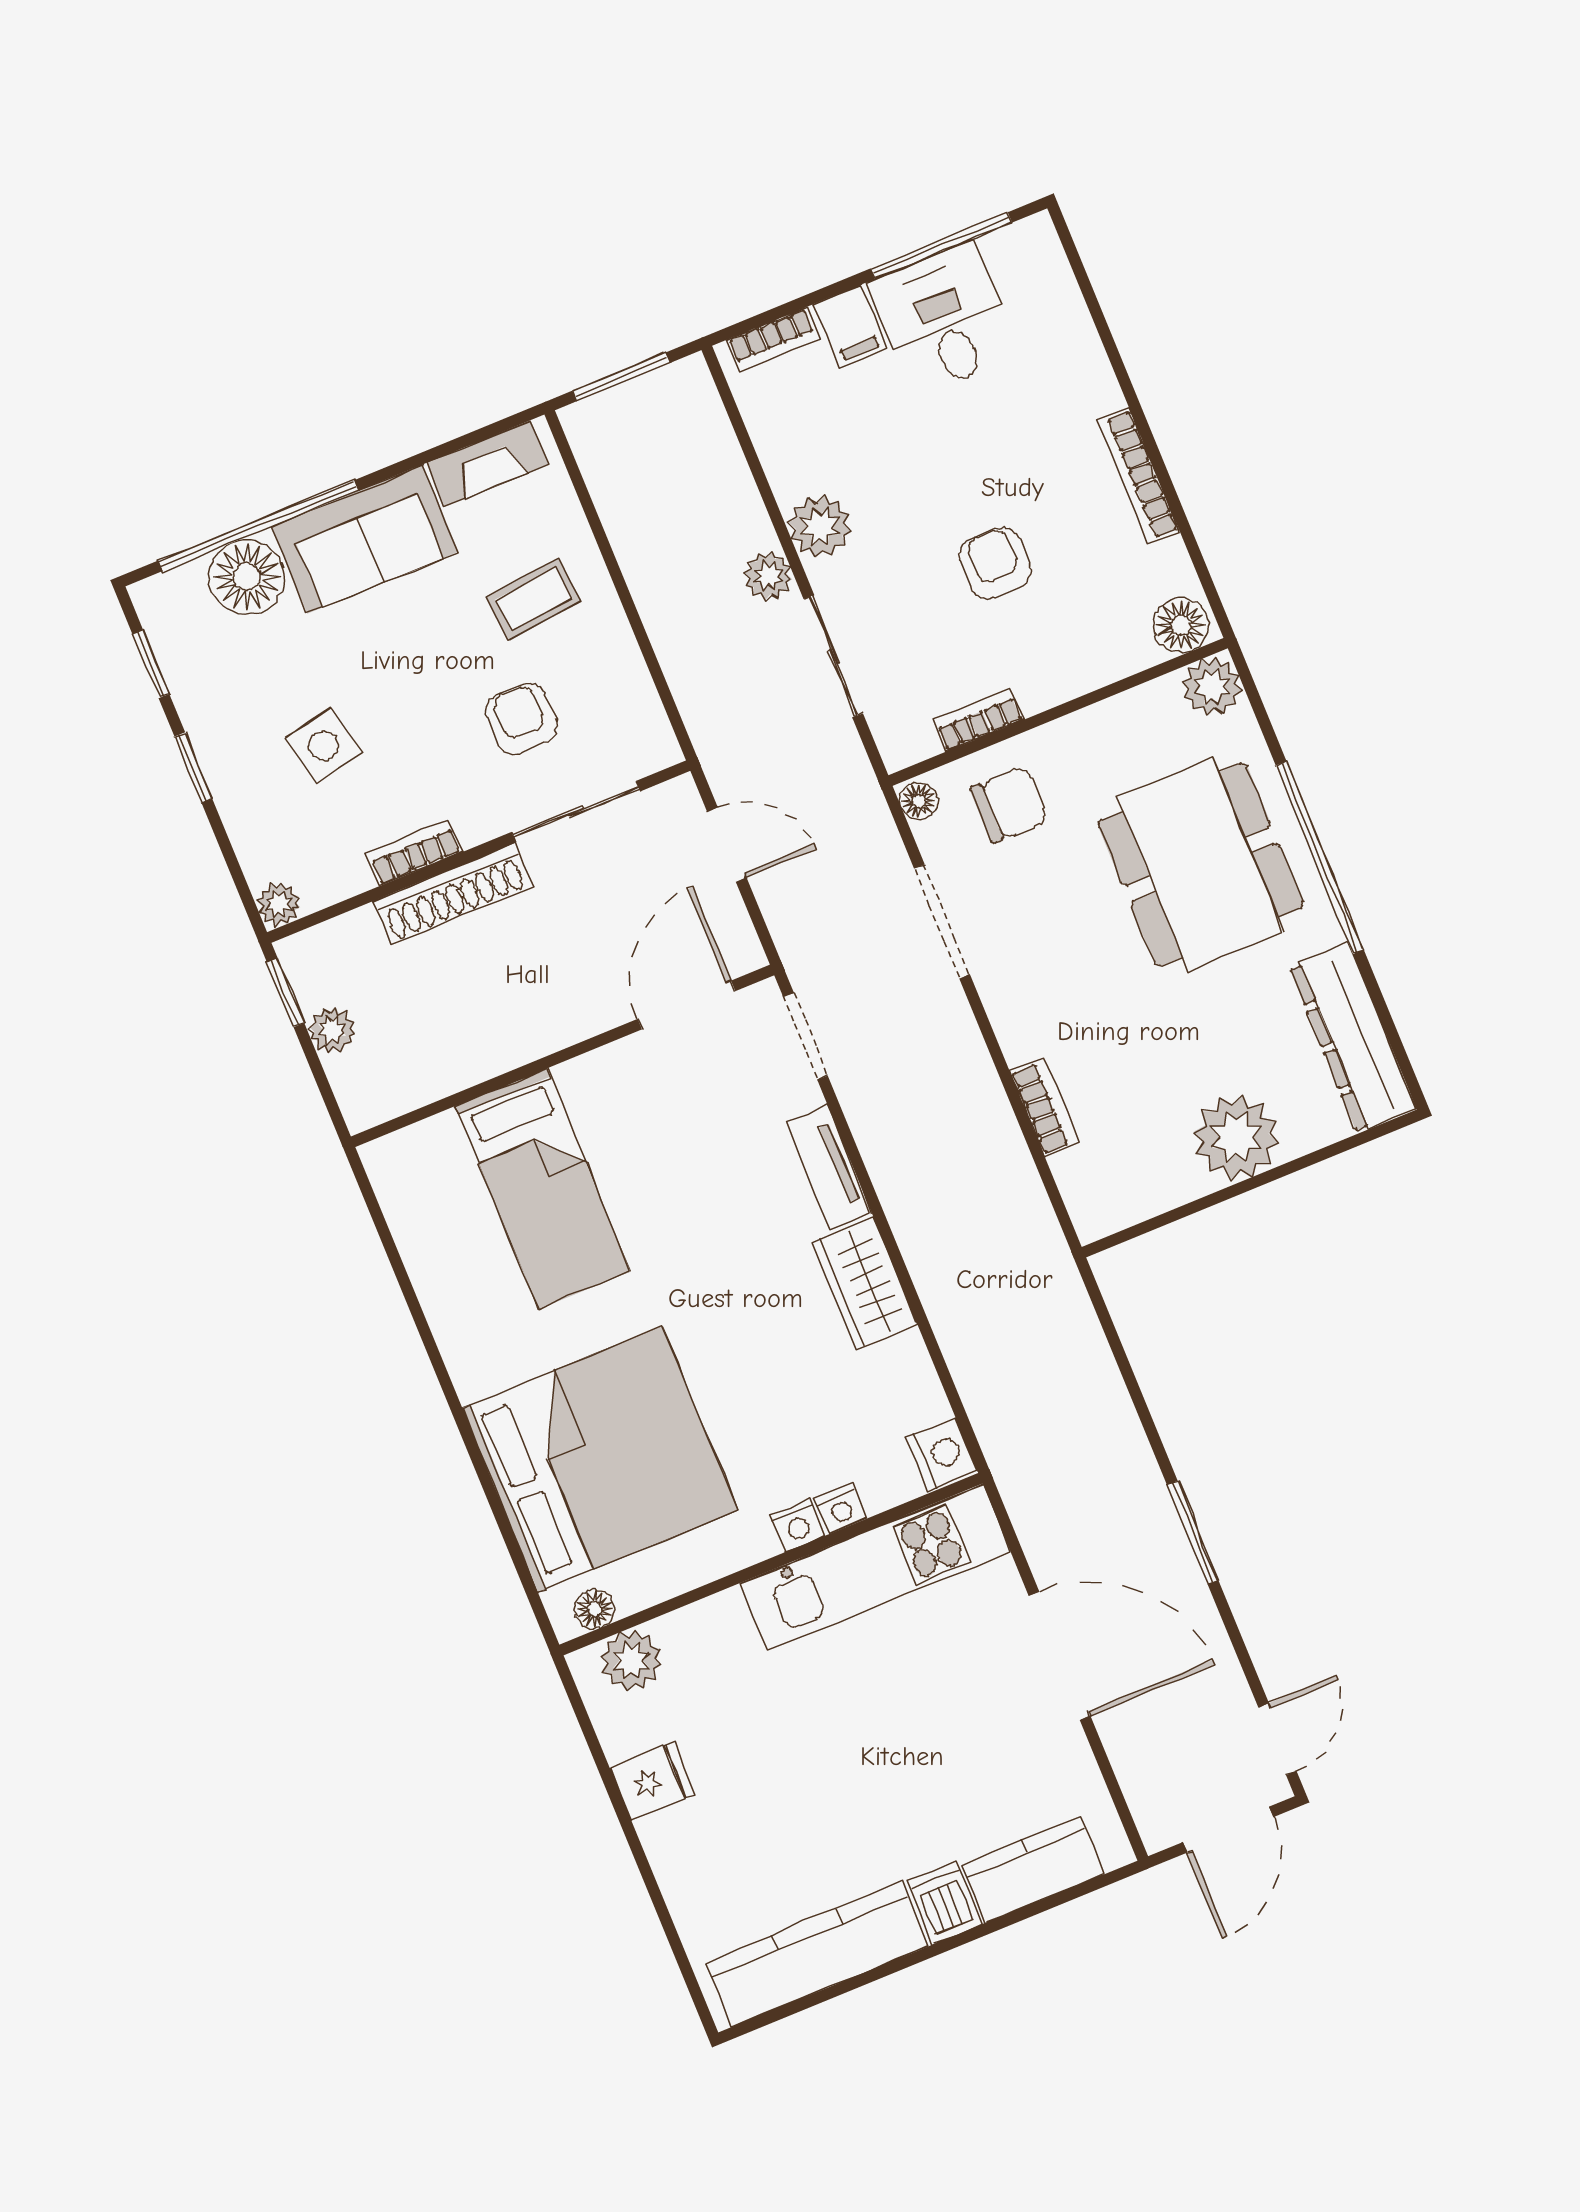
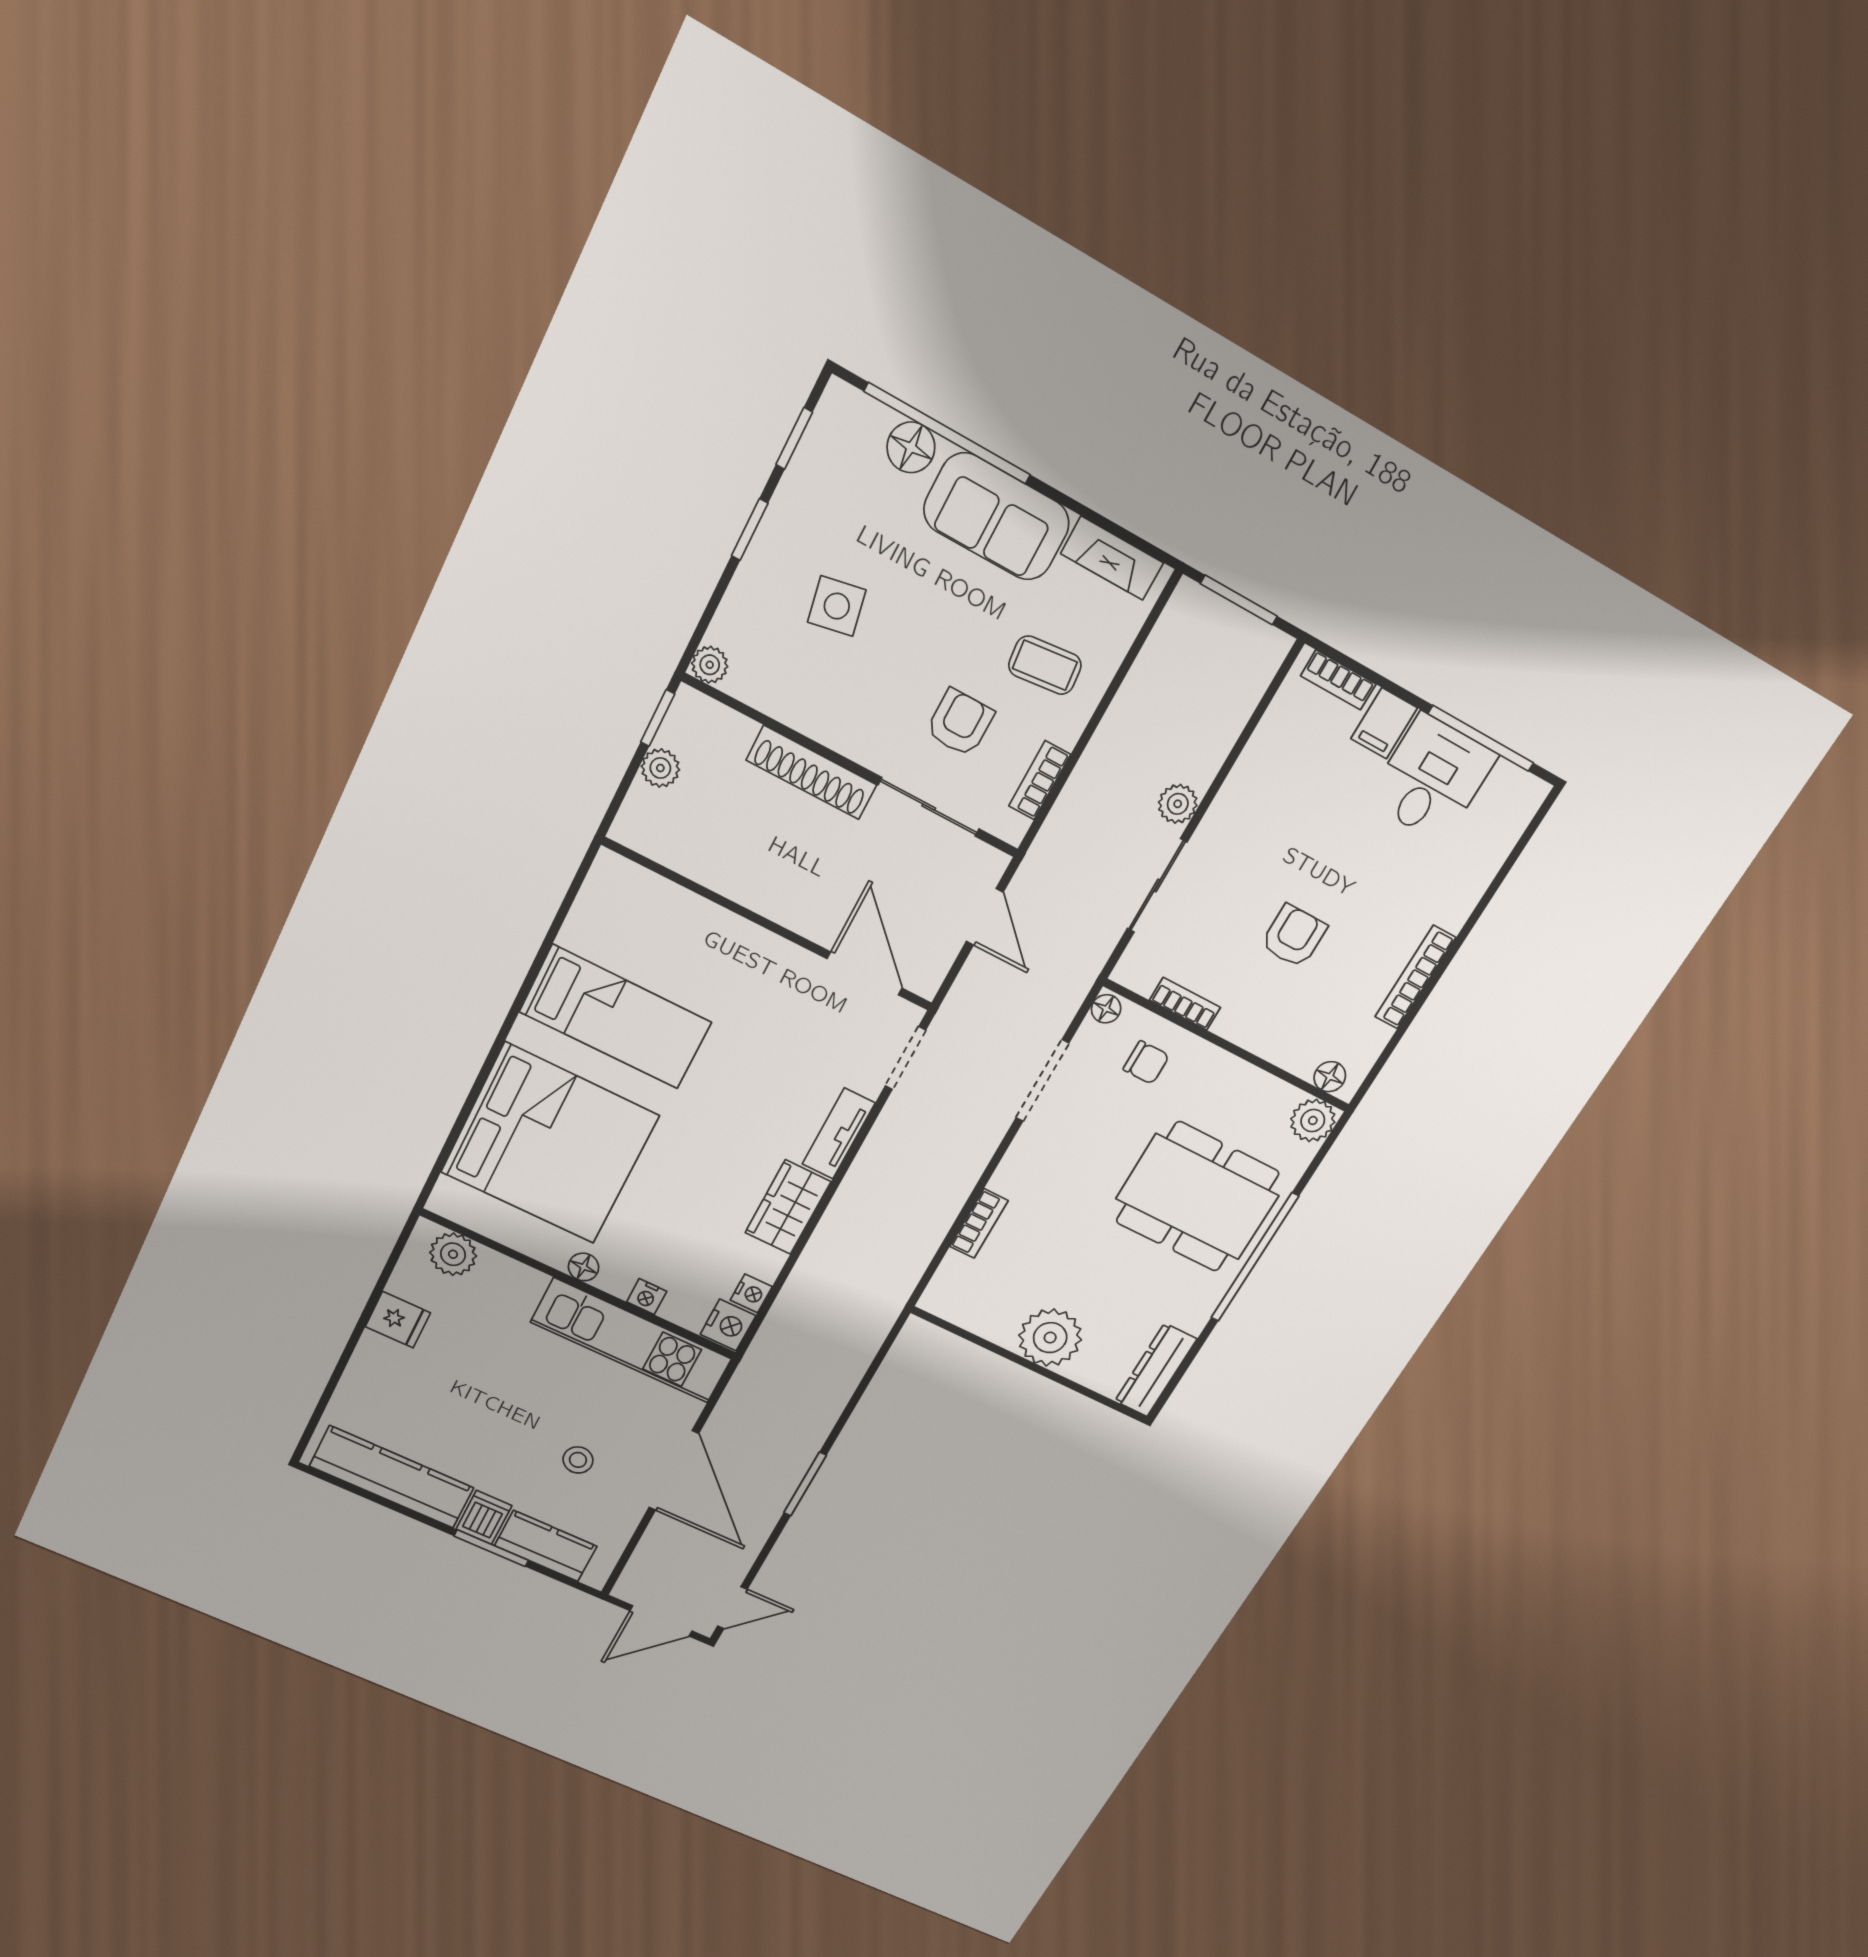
plant: (820, 526) -> (1235, 810), removed
floor lamp: (247, 577) -> (911, 447), width x0.73, depth x0.73
floor lamp: (1181, 625) -> (1330, 1077), width x0.73, depth x0.73
chair: (1009, 805) -> (1146, 1063), width x0.73, depth x0.73
bookcase: (414, 853) -> (1040, 780), moved, turned -90
dining table: (1201, 865) -> (1197, 1197), turned 90
door: (687, 1005) -> (865, 973), hinge flipped
dresser: (1353, 1038) -> (1156, 1370), width x0.73, depth x0.80
bed: (543, 1189) -> (616, 1017), moved, turned -90
nightstand: (797, 1525) -> (751, 1293), moved, turned -90
floor lamp: (595, 1609) -> (584, 1267), moved
stool: (962, 1744) -> (578, 1460), added
window: (986, 1929) -> (491, 1548), added

